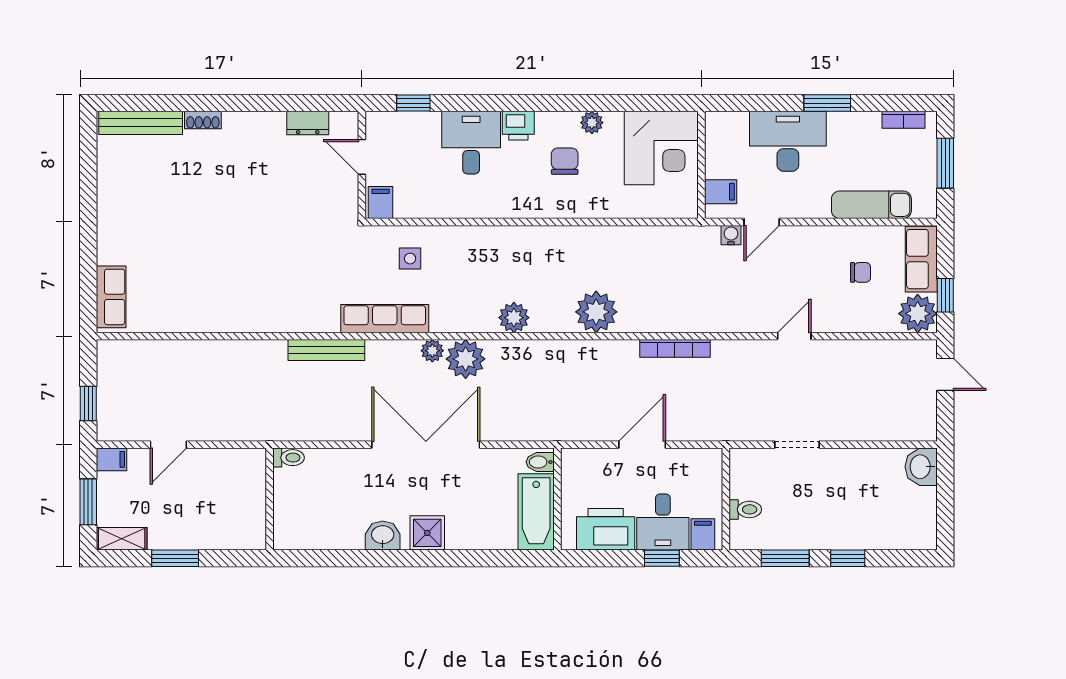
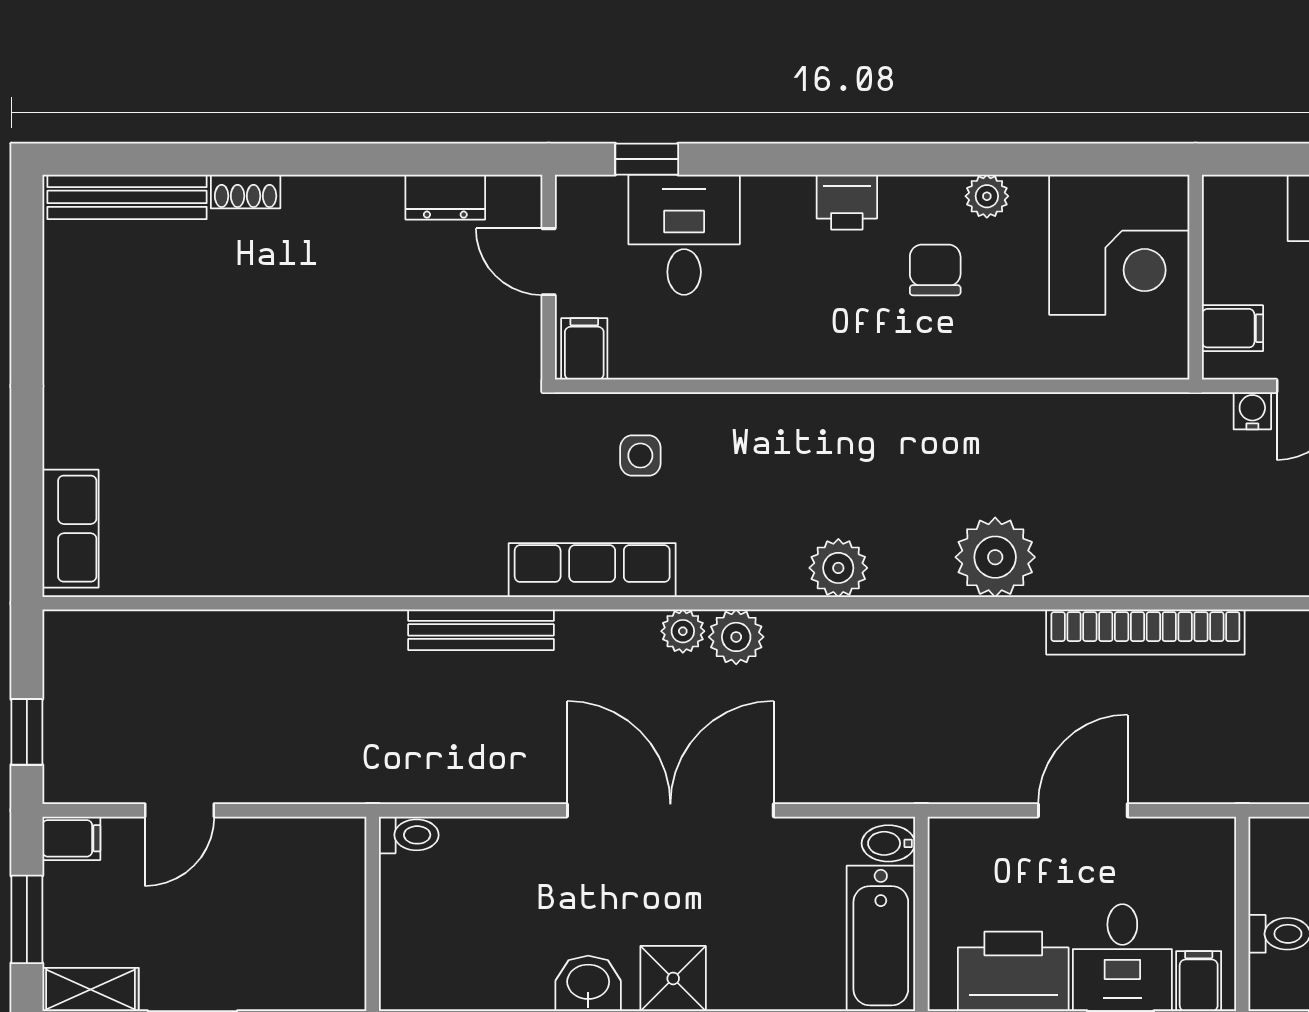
desk: (471, 143) -> (684, 235), moved
bookcase: (675, 348) -> (1145, 632), width x1.48, depth x1.31
plant: (466, 359) -> (736, 637), width x0.73, depth x0.73

